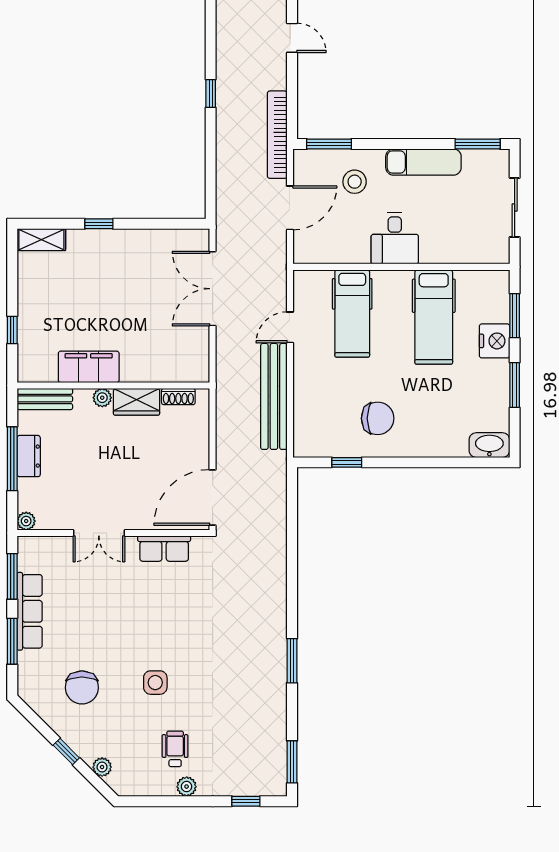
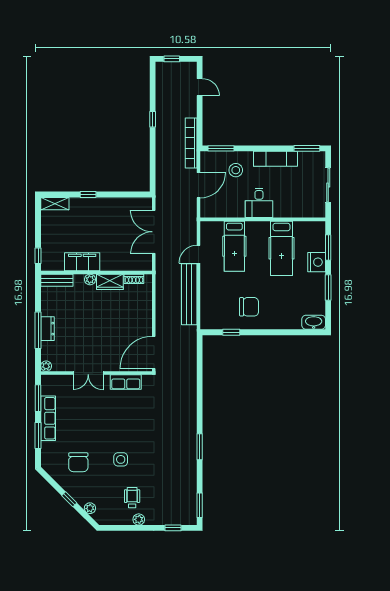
filing cabinet: (89, 367) -> (82, 262), moved
wall: (113, 385) -> (96, 272), moved
shoe rack: (178, 397) -> (134, 279), moved
plant: (102, 398) -> (90, 280), moved
bench: (45, 399) -> (57, 280), moved
wardrobe: (137, 402) -> (110, 282), moved

